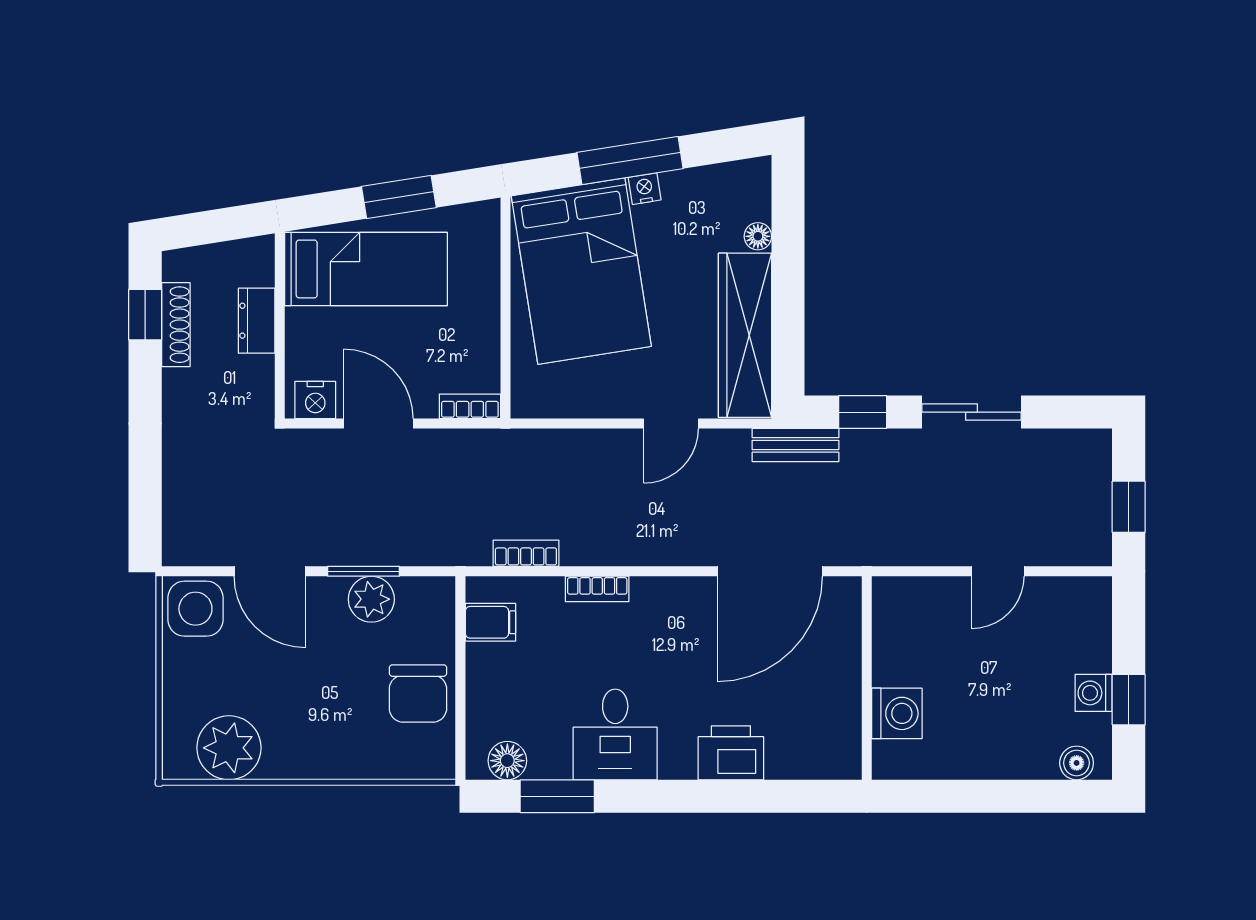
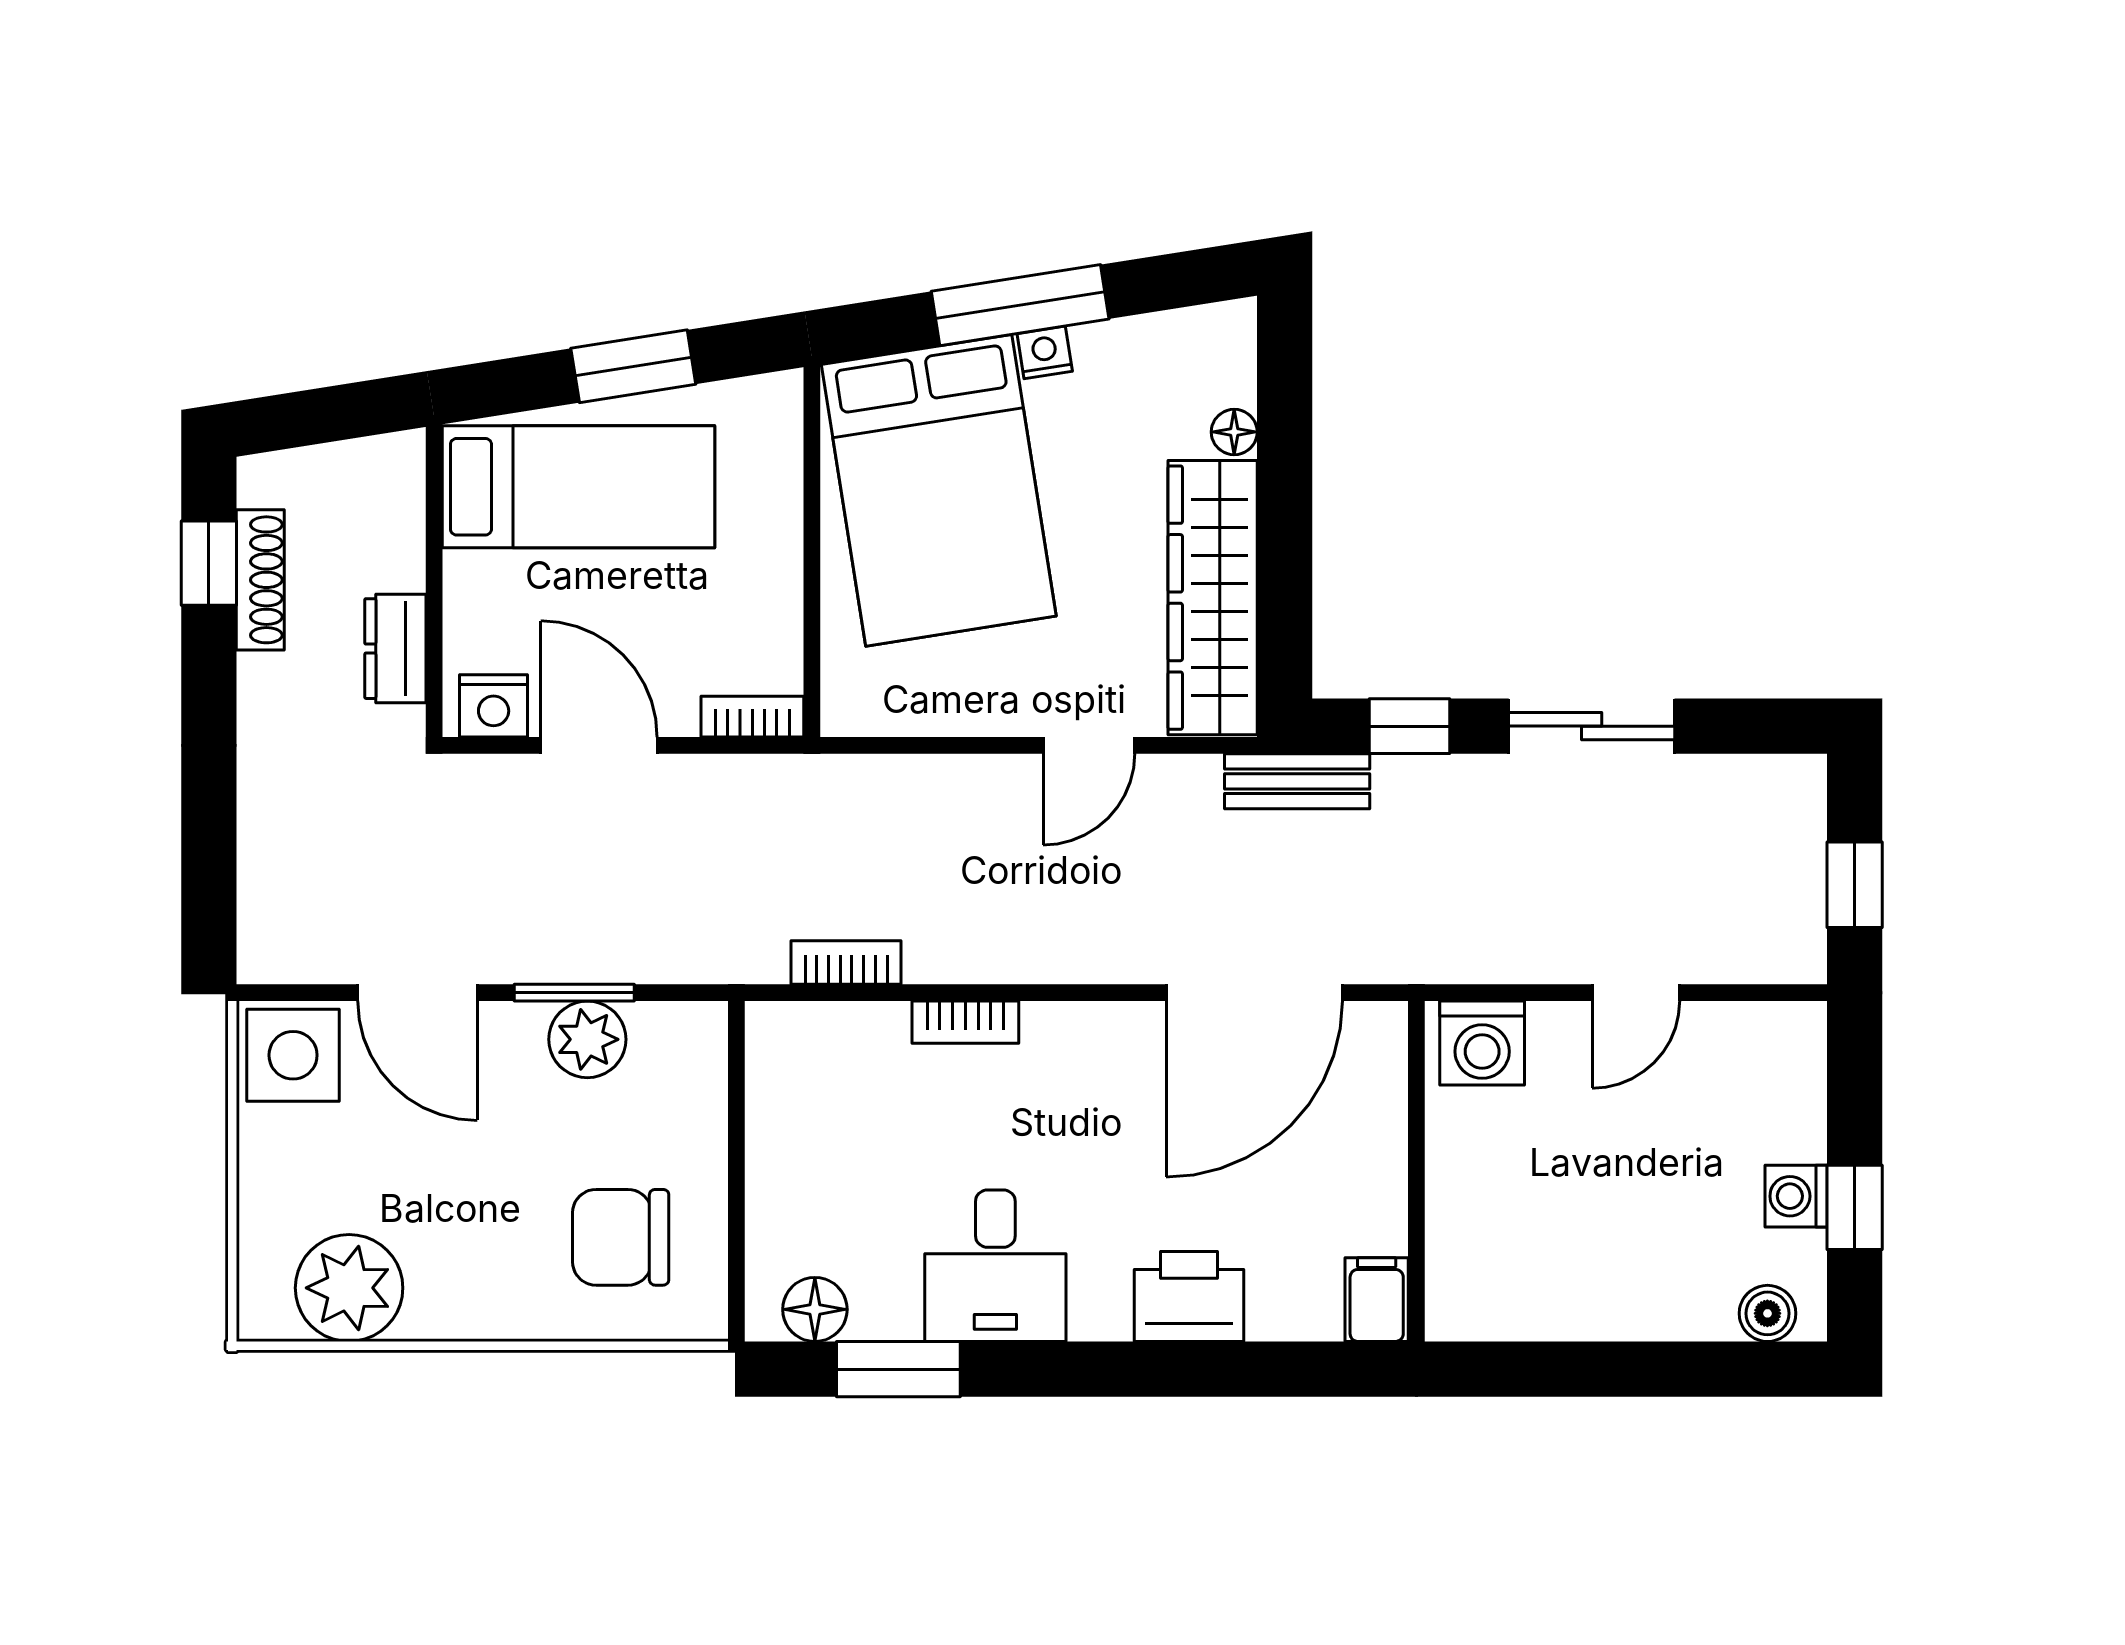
dresser: (257, 321) -> (395, 649), moved
filing cabinet: (490, 622) -> (1377, 1300), moved, turned -90
chair: (418, 694) -> (621, 1237), moved, turned 90
washing machine: (897, 713) -> (1482, 1043), moved, turned 90

